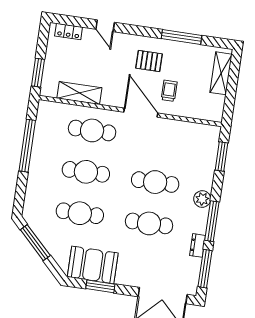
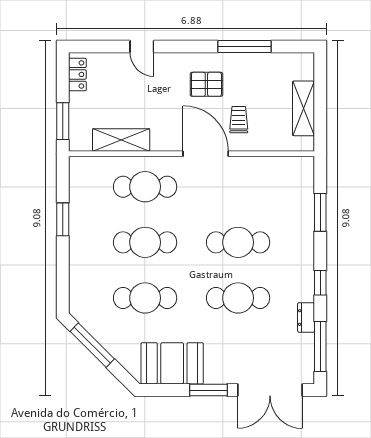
locker: (69, 31) -> (77, 74), moved, turned -90
shelving: (221, 73) -> (303, 108), moved
window: (27, 146) -> (63, 219), width x0.47
window: (221, 156) -> (320, 212), moved
plant: (202, 199) -> (303, 255), removed
window: (212, 221) -> (320, 283), width x0.46
window: (100, 286) -> (208, 390), moved

